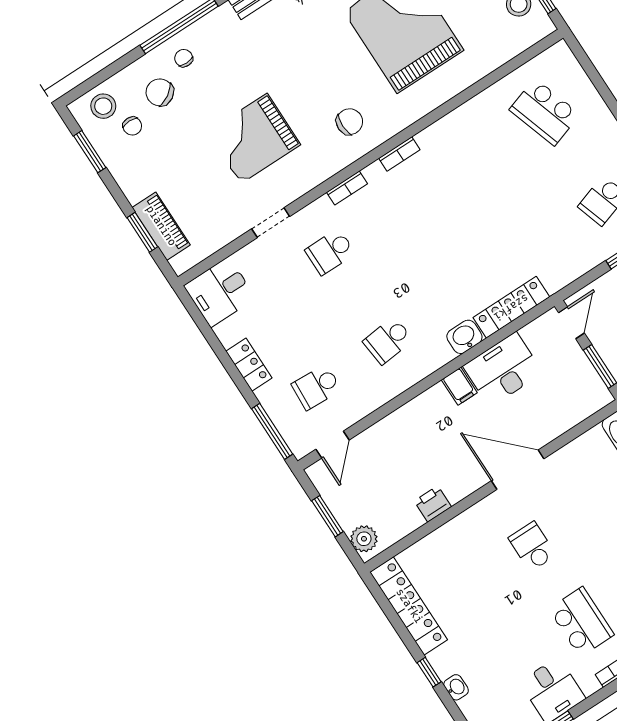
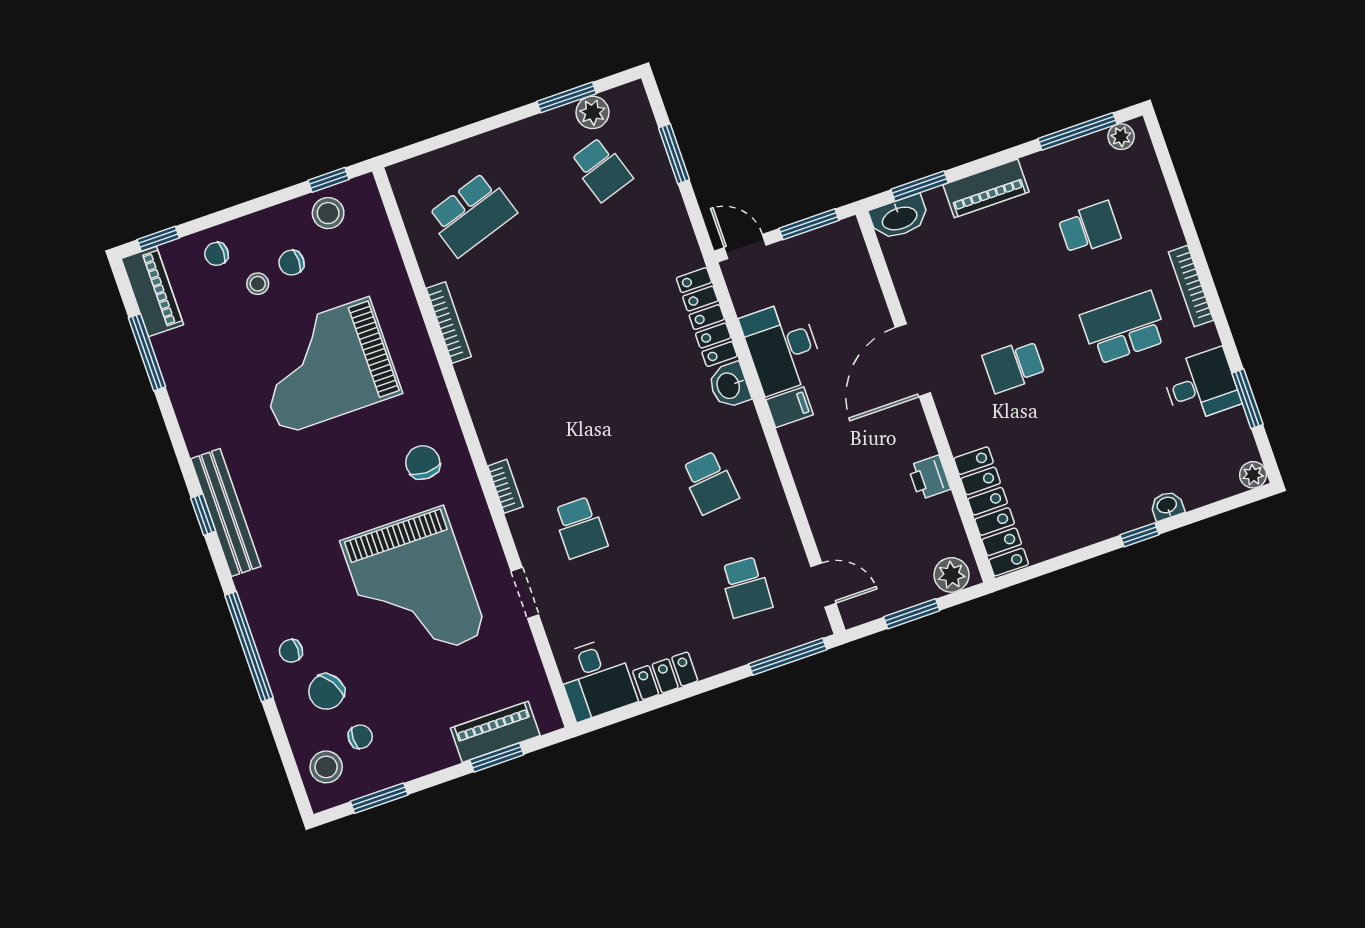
grand piano: (254, 138) -> (414, 588), width x1.37, depth x1.48
bookcase: (399, 154) -> (449, 323), moved, width x1.56
locker: (249, 365) -> (665, 676), moved
locker: (409, 606) -> (991, 511), moved, turned 90

